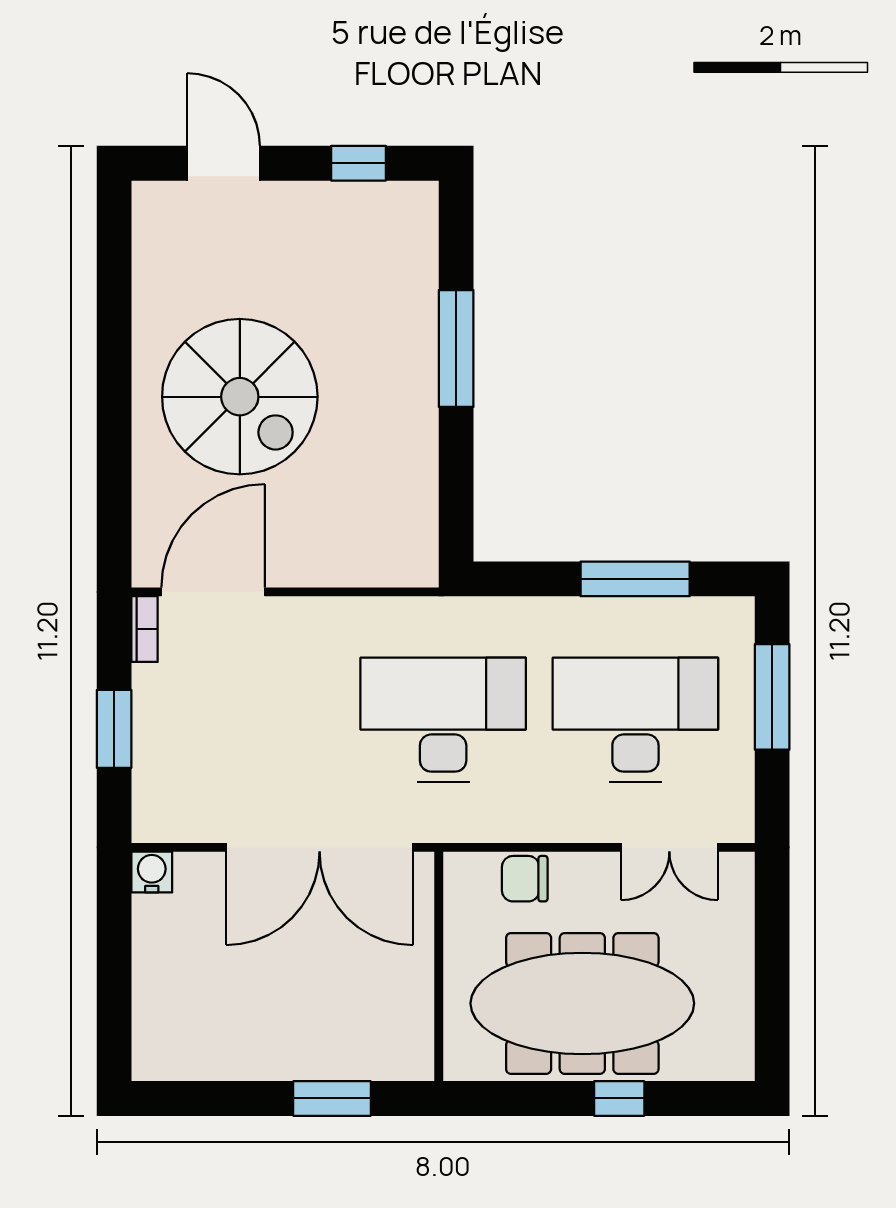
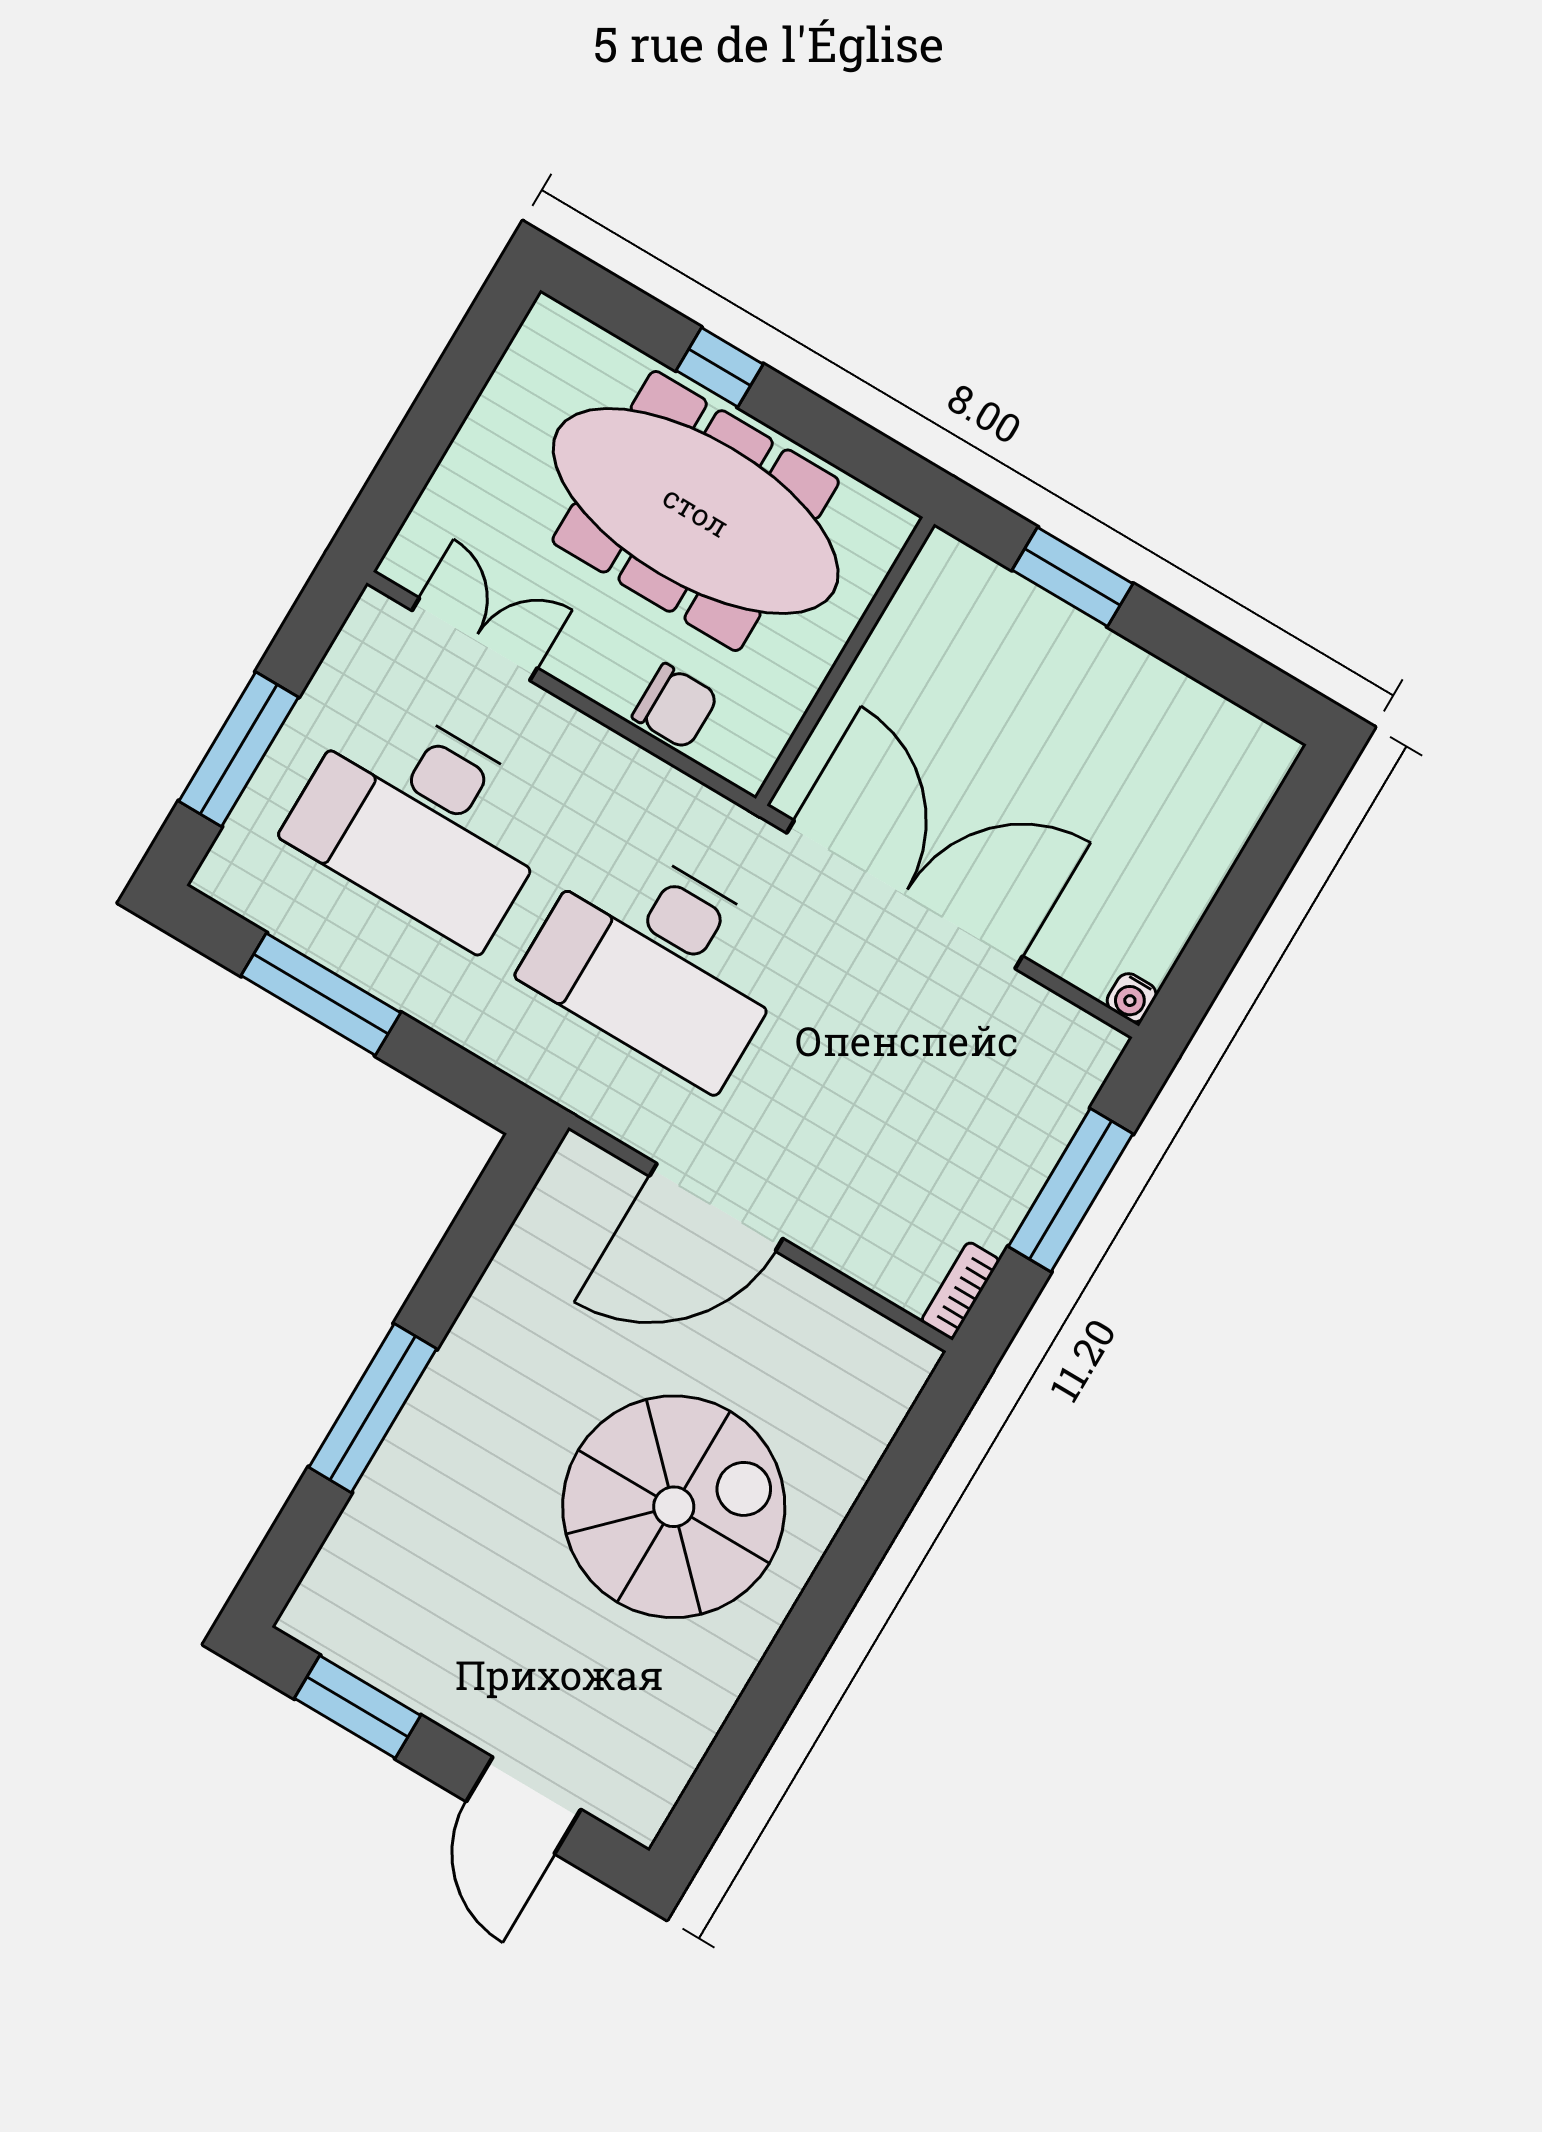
window: (358, 163) -> (358, 1707), width x1.50
spiral stairs: (240, 397) -> (674, 1507), turned 90
door: (213, 592) -> (716, 1207), moved
window: (114, 729) -> (1071, 1190), width x1.44
water cooler: (152, 872) -> (1132, 998), width x0.72, depth x0.72

